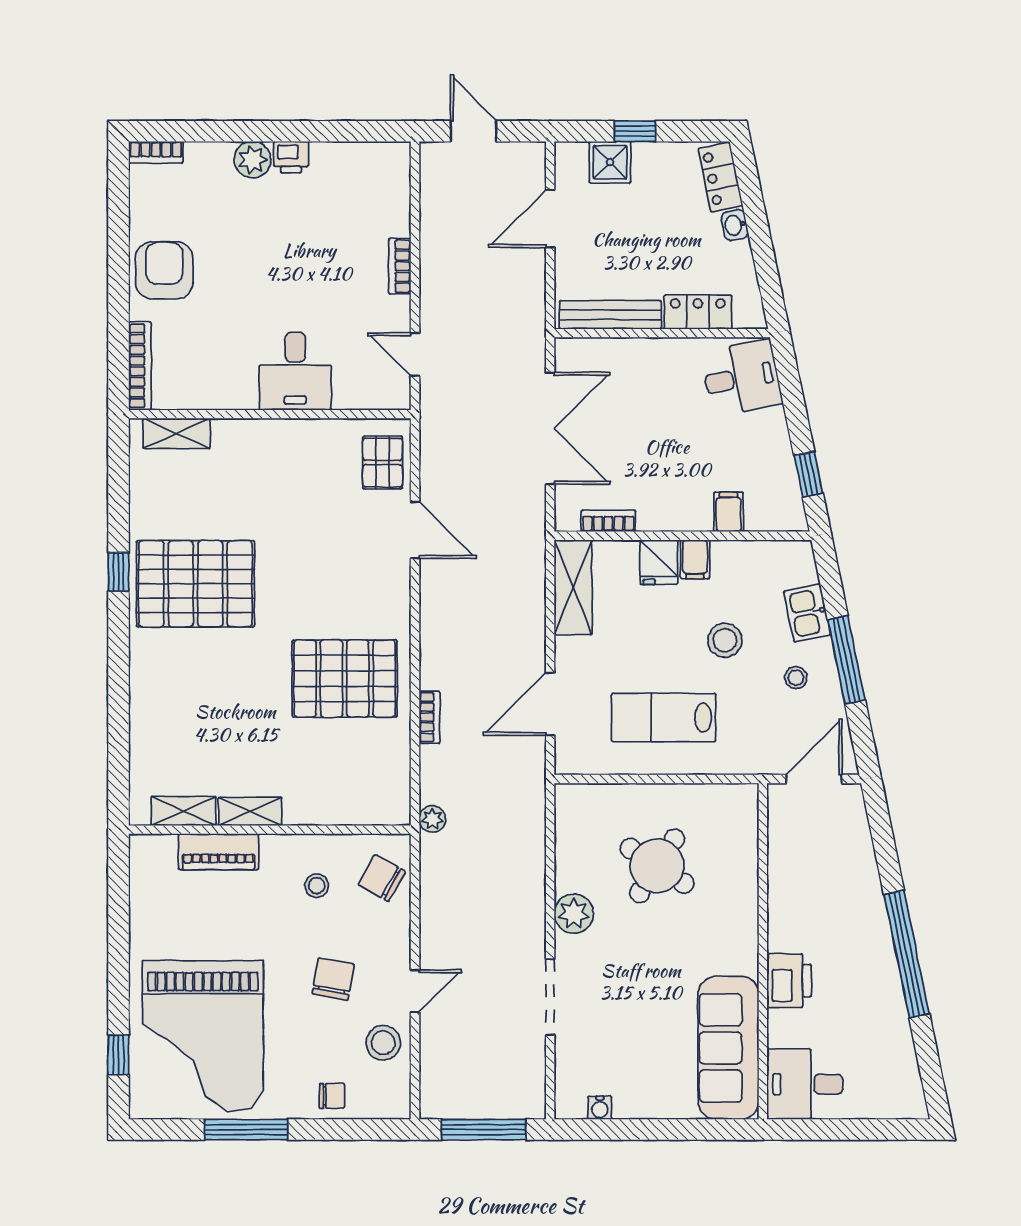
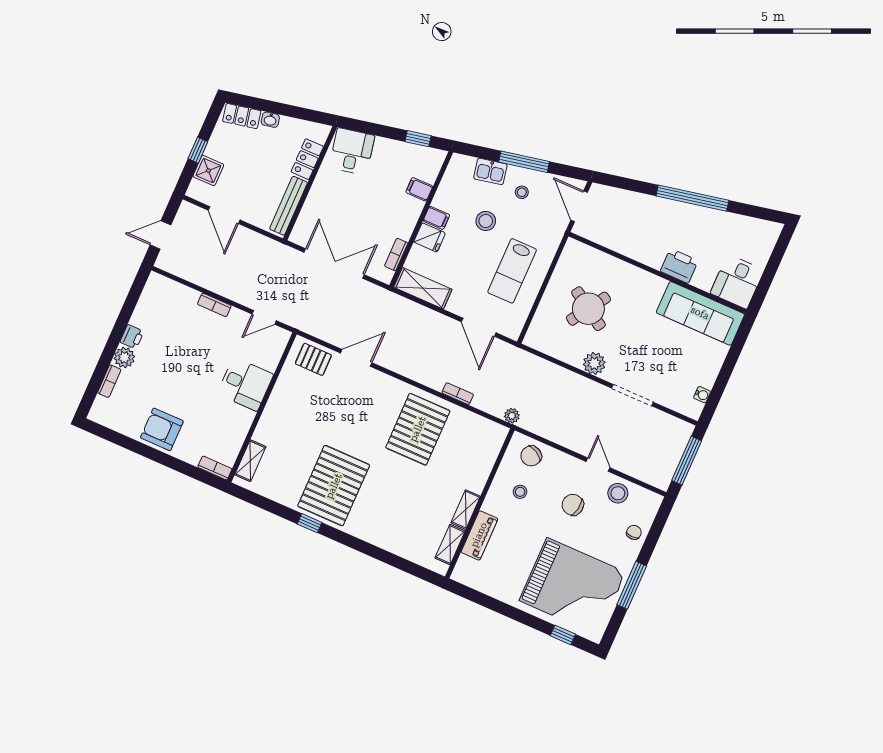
bookcase: (156, 152) -> (109, 381), moved
bookcase: (140, 366) -> (215, 468), width x0.64

